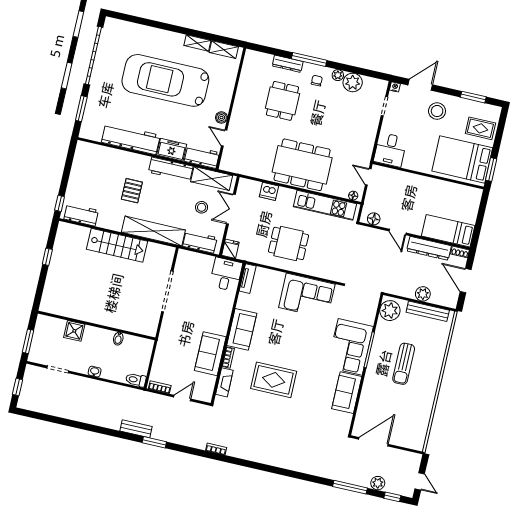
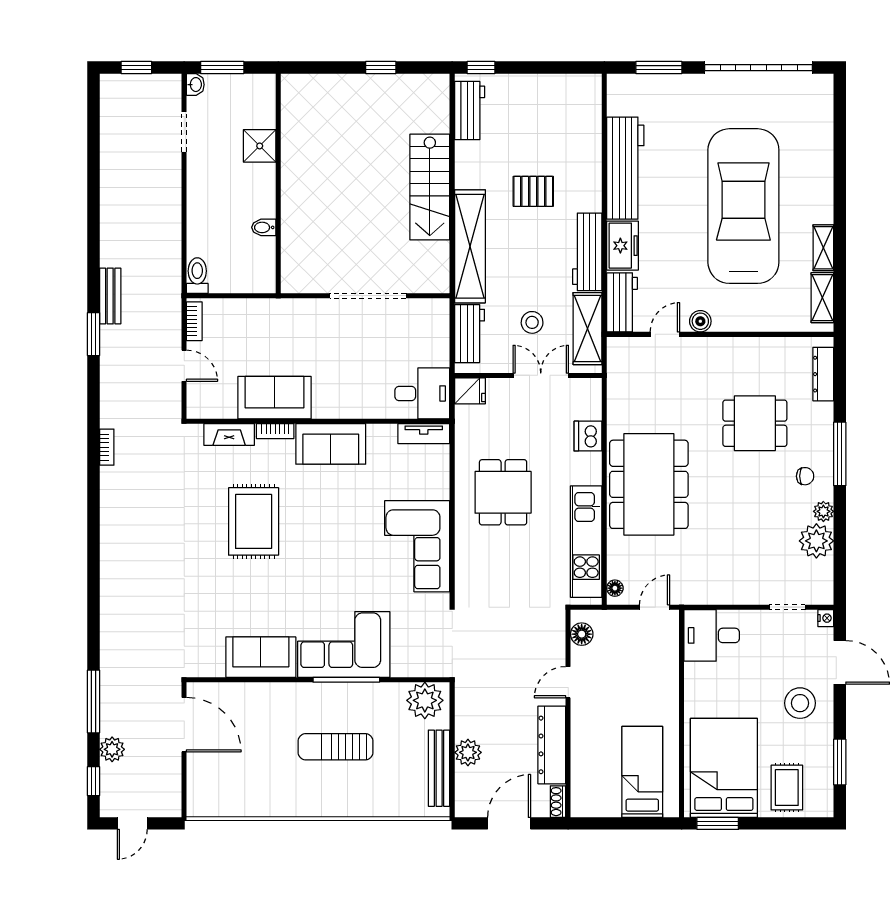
dresser: (288, 64) -> (823, 374), moved
bed: (448, 231) -> (642, 772), moved
washbasin: (95, 372) -> (195, 85), moved

